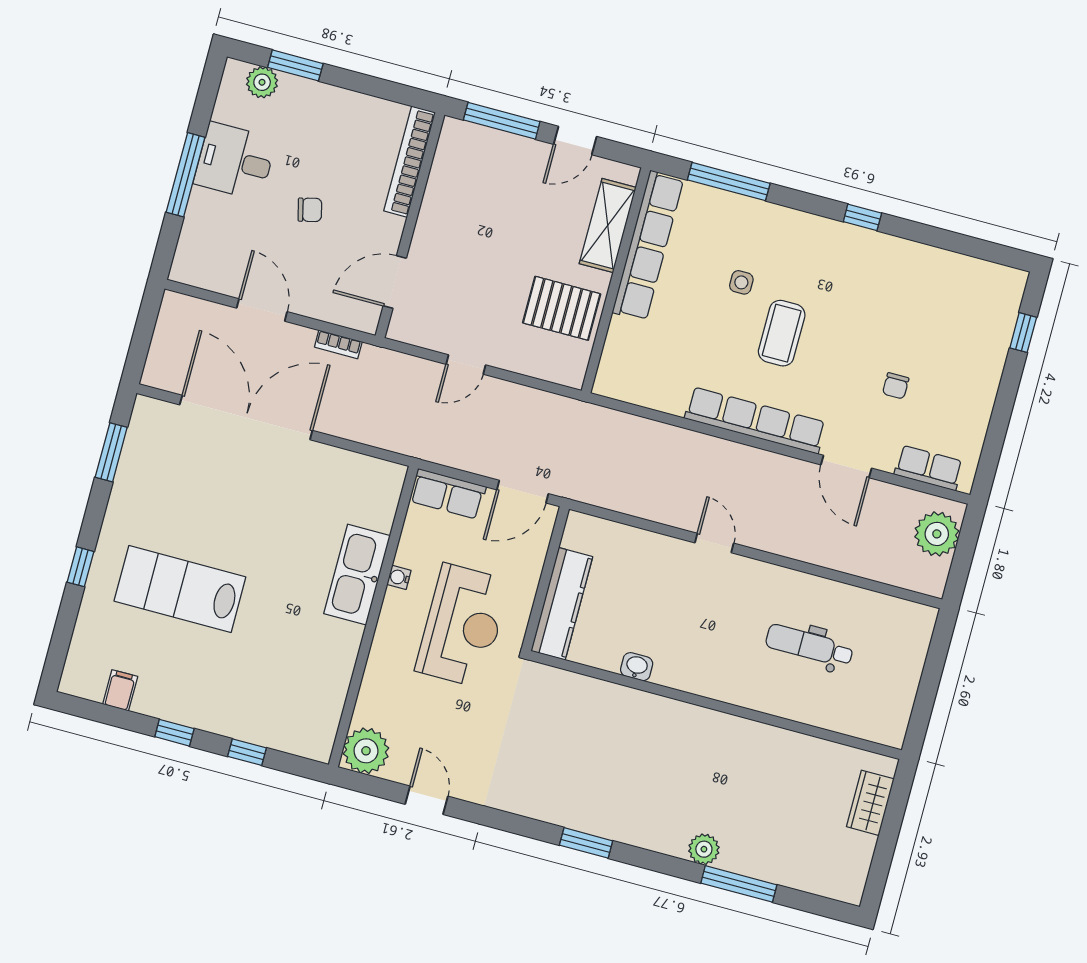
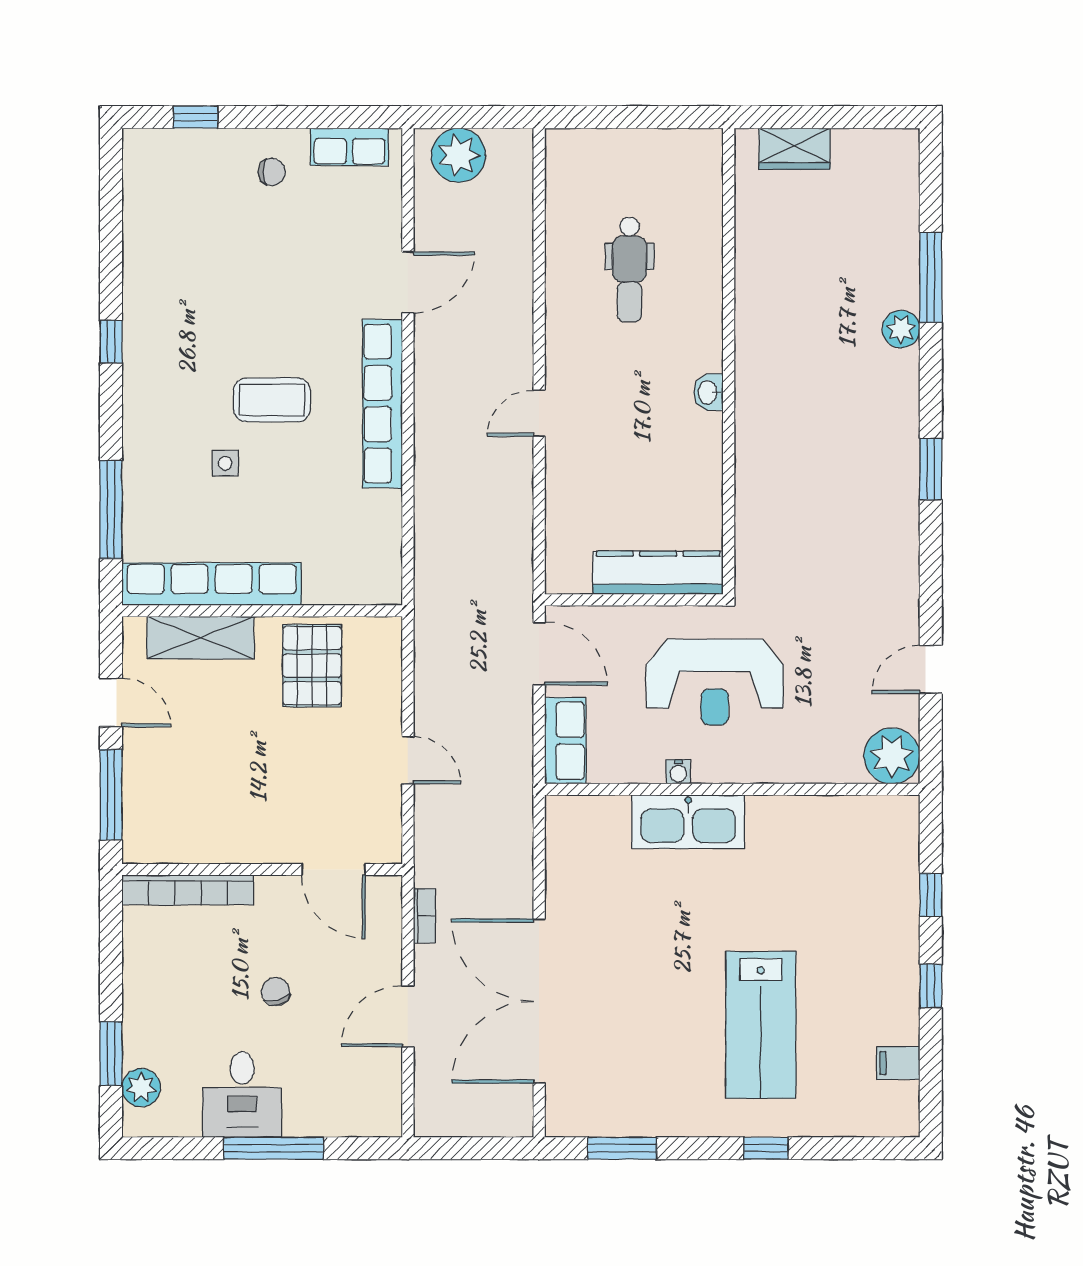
chair: (896, 386) -> (272, 172), moved
row of seats: (929, 468) -> (349, 147), moved, turned -90
reception desk: (463, 626) -> (715, 682), turned 180
washbasin: (637, 667) -> (708, 392), moved

